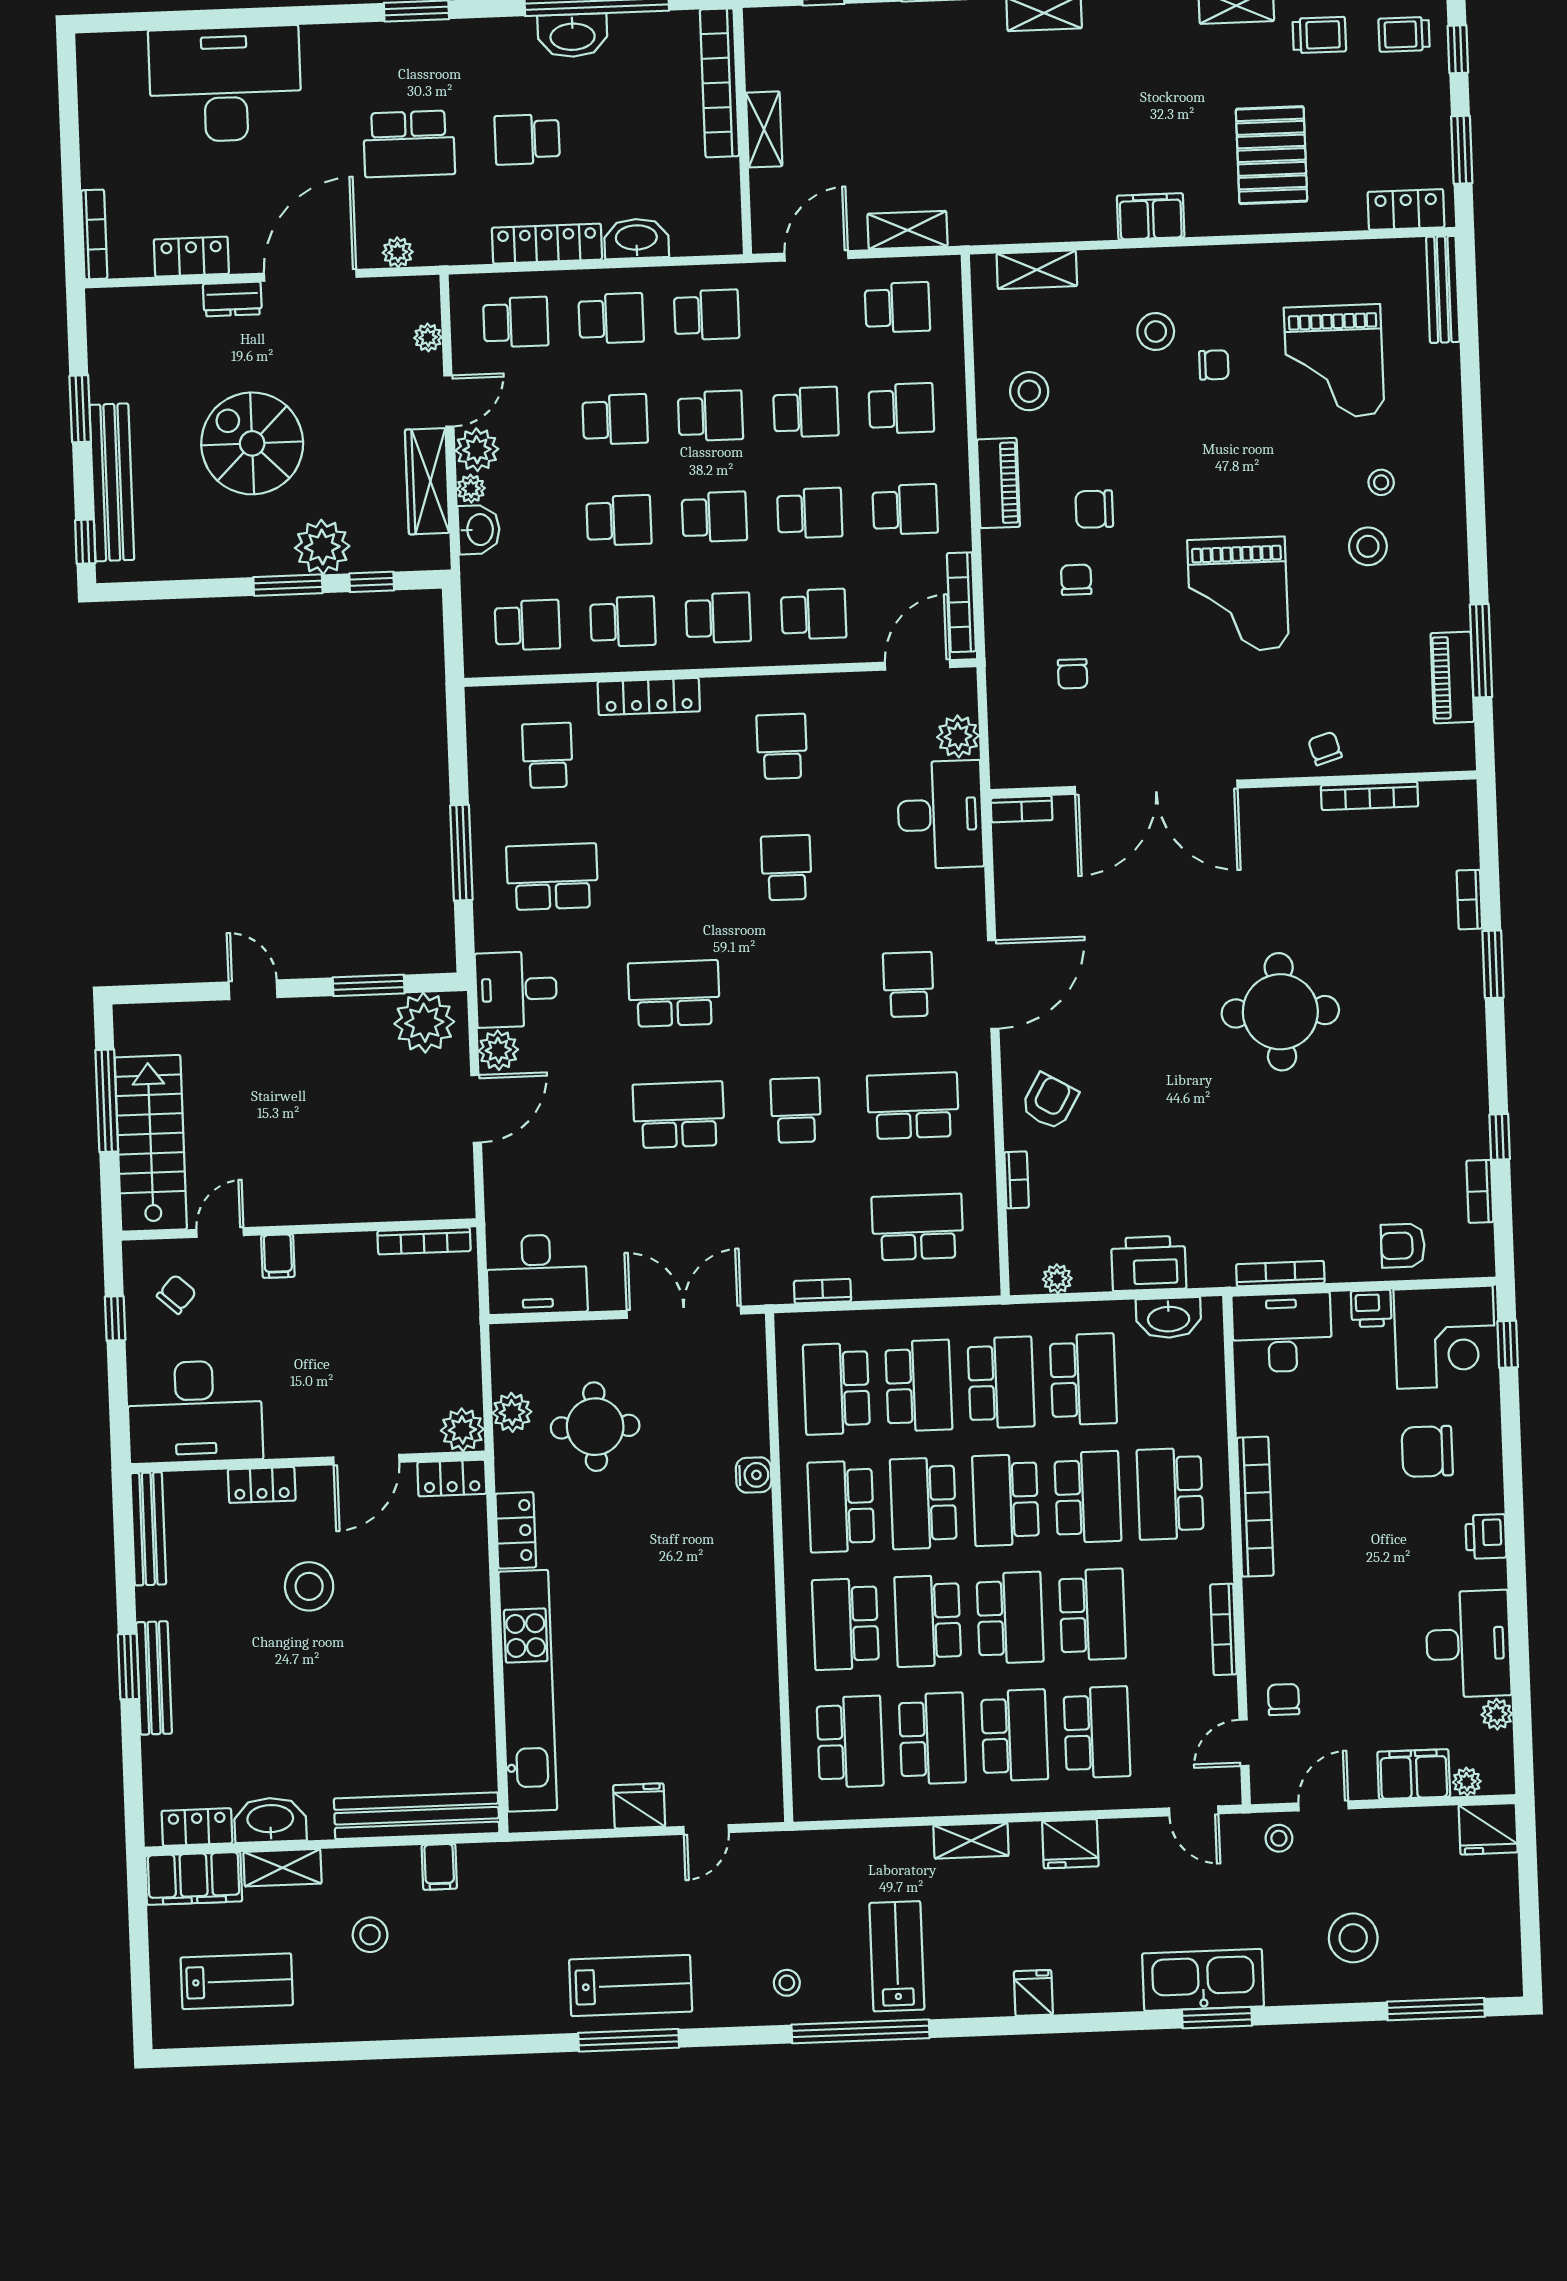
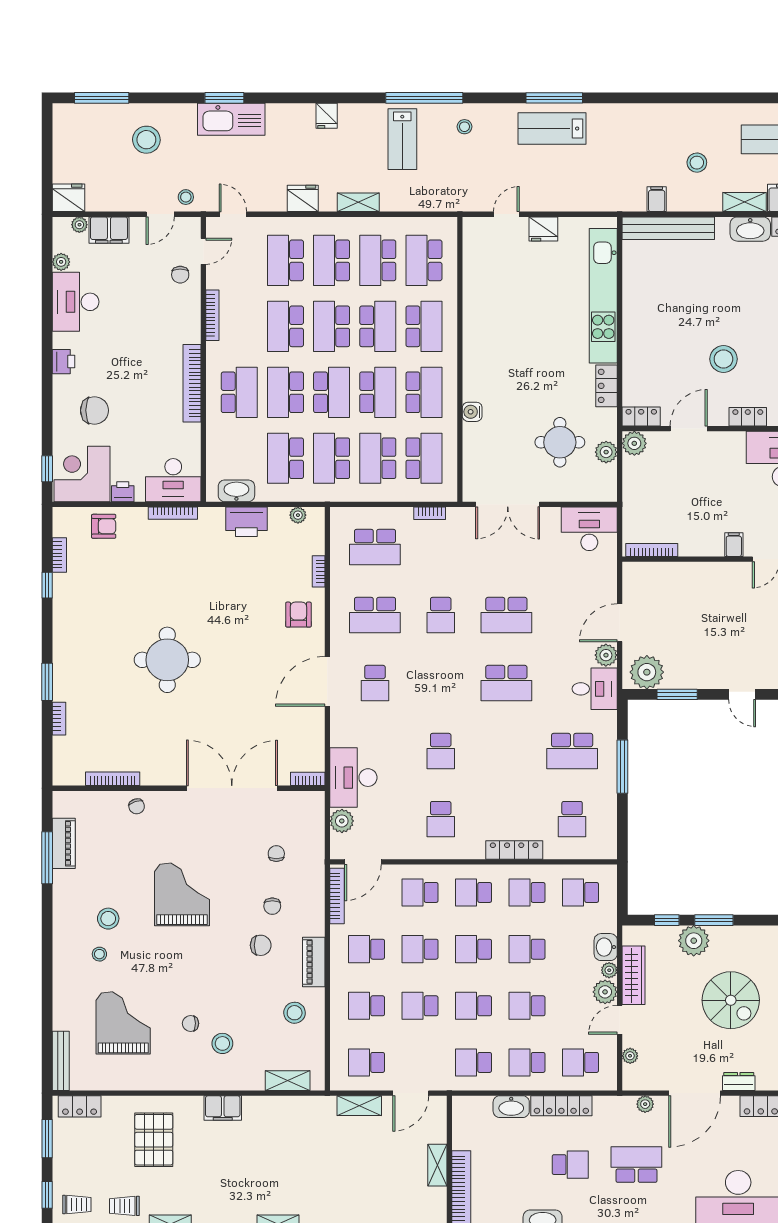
armchair: (1049, 1101) -> (298, 615), turned 150

